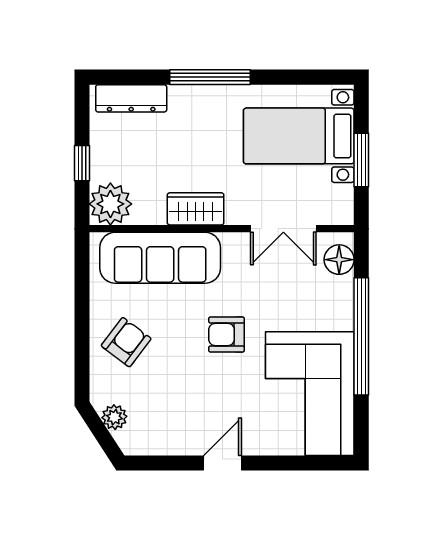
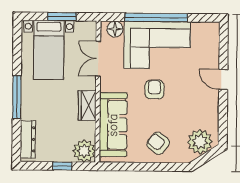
double door: (283, 229) -> (98, 59), swing flipped
armchair: (226, 334) -> (154, 90), turned 180
corner sofa: (310, 394) -> (157, 45), moved
plant: (114, 417) -> (200, 142), width x1.87, depth x1.87
door: (222, 463) -> (223, 79), moved

